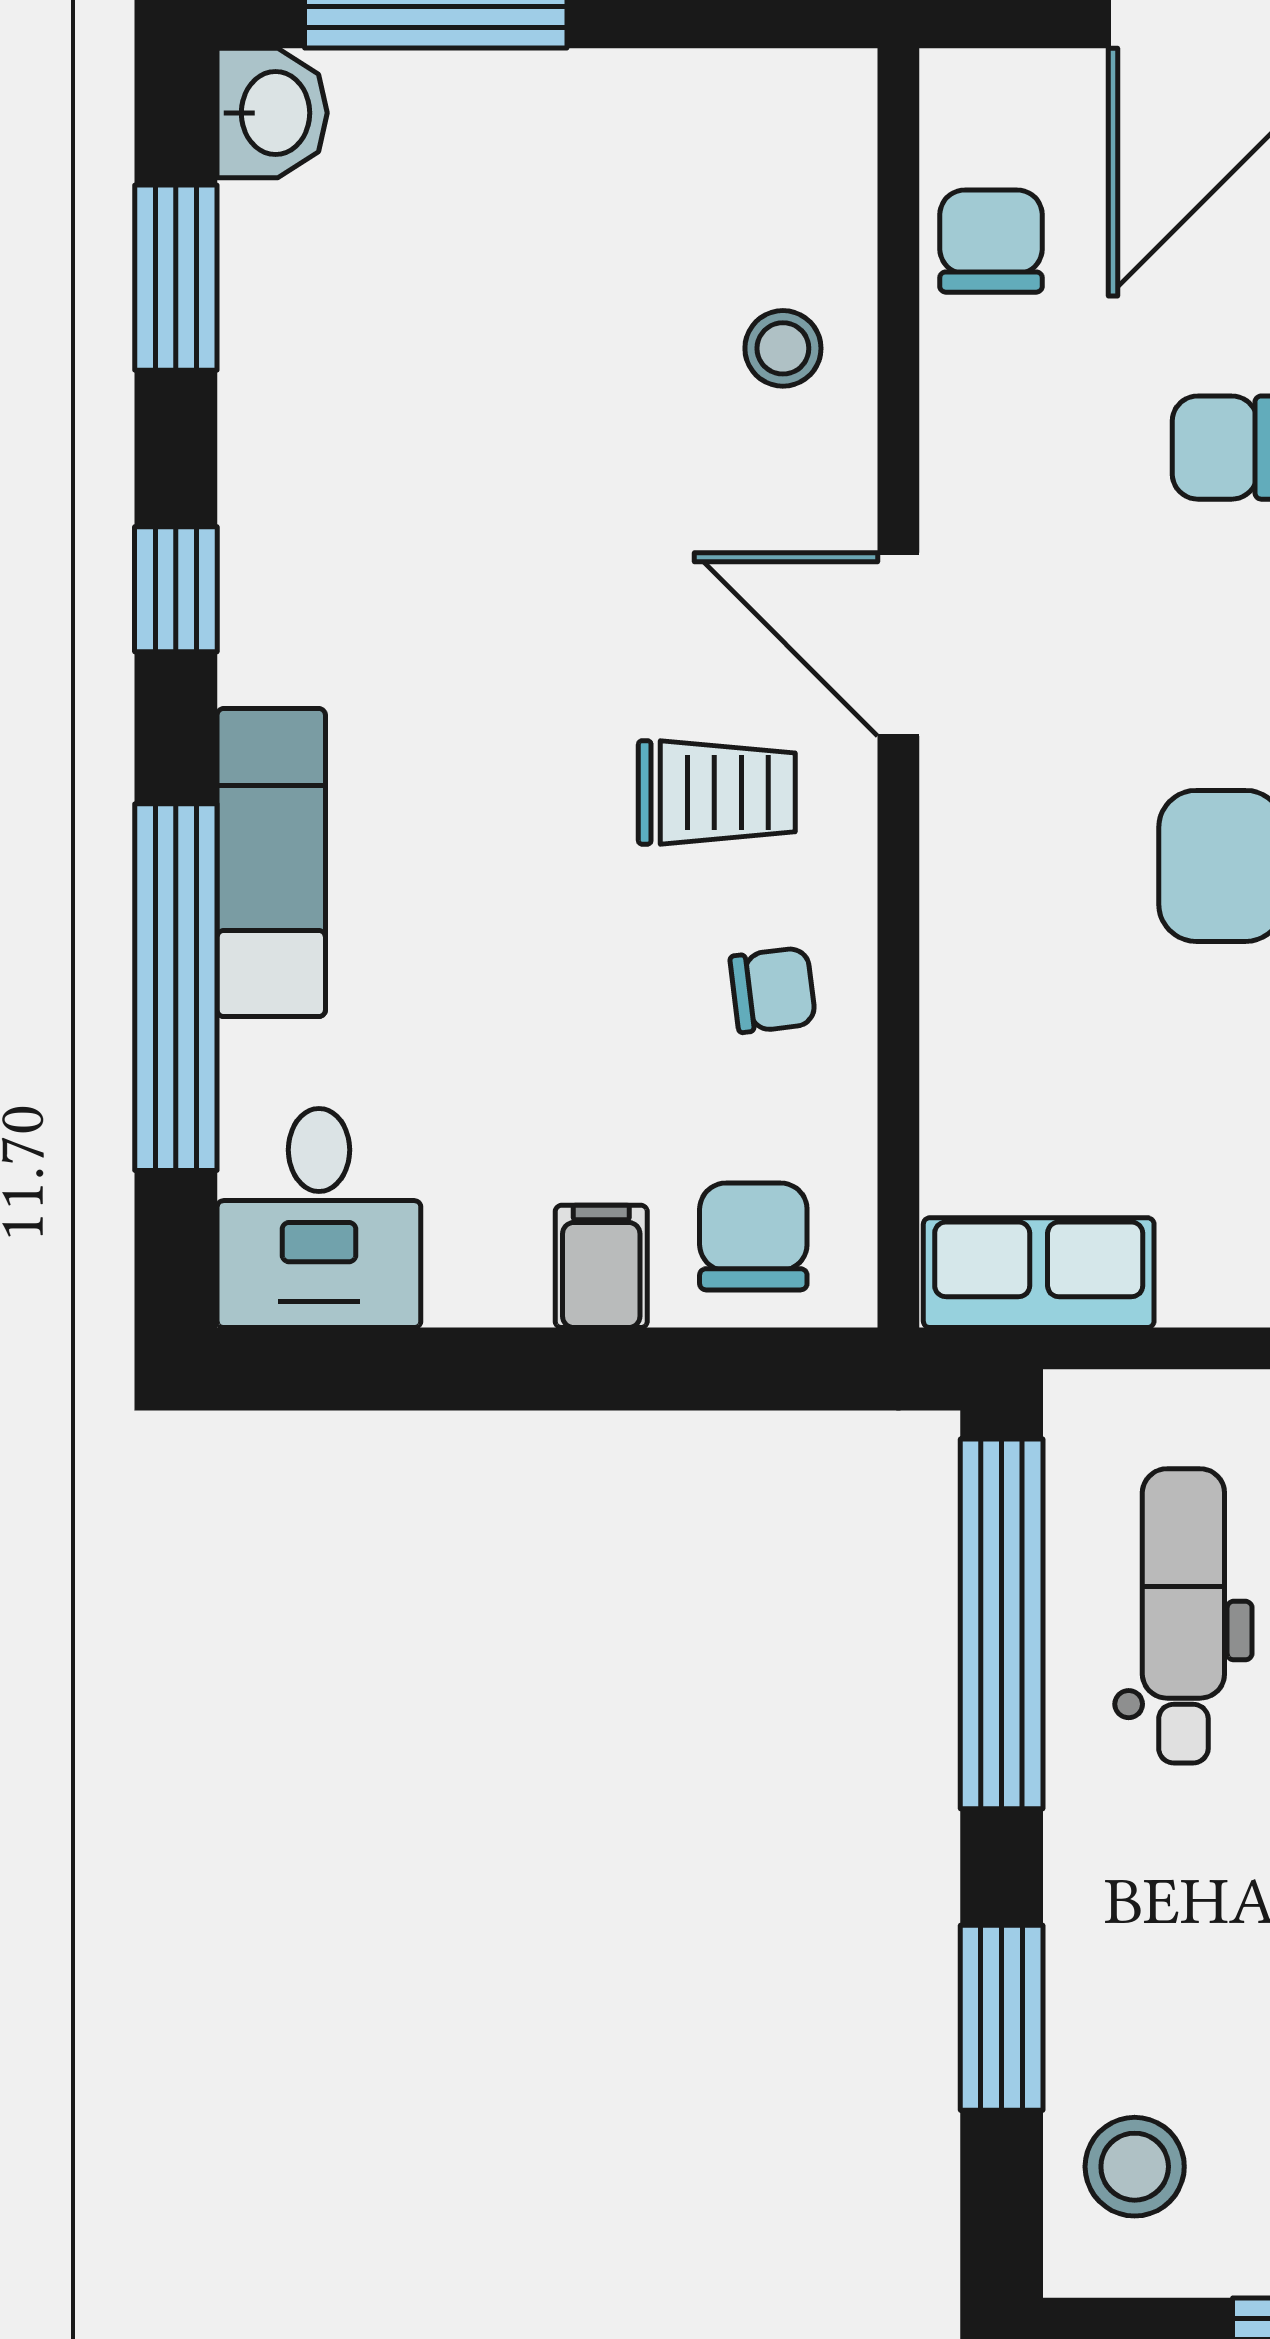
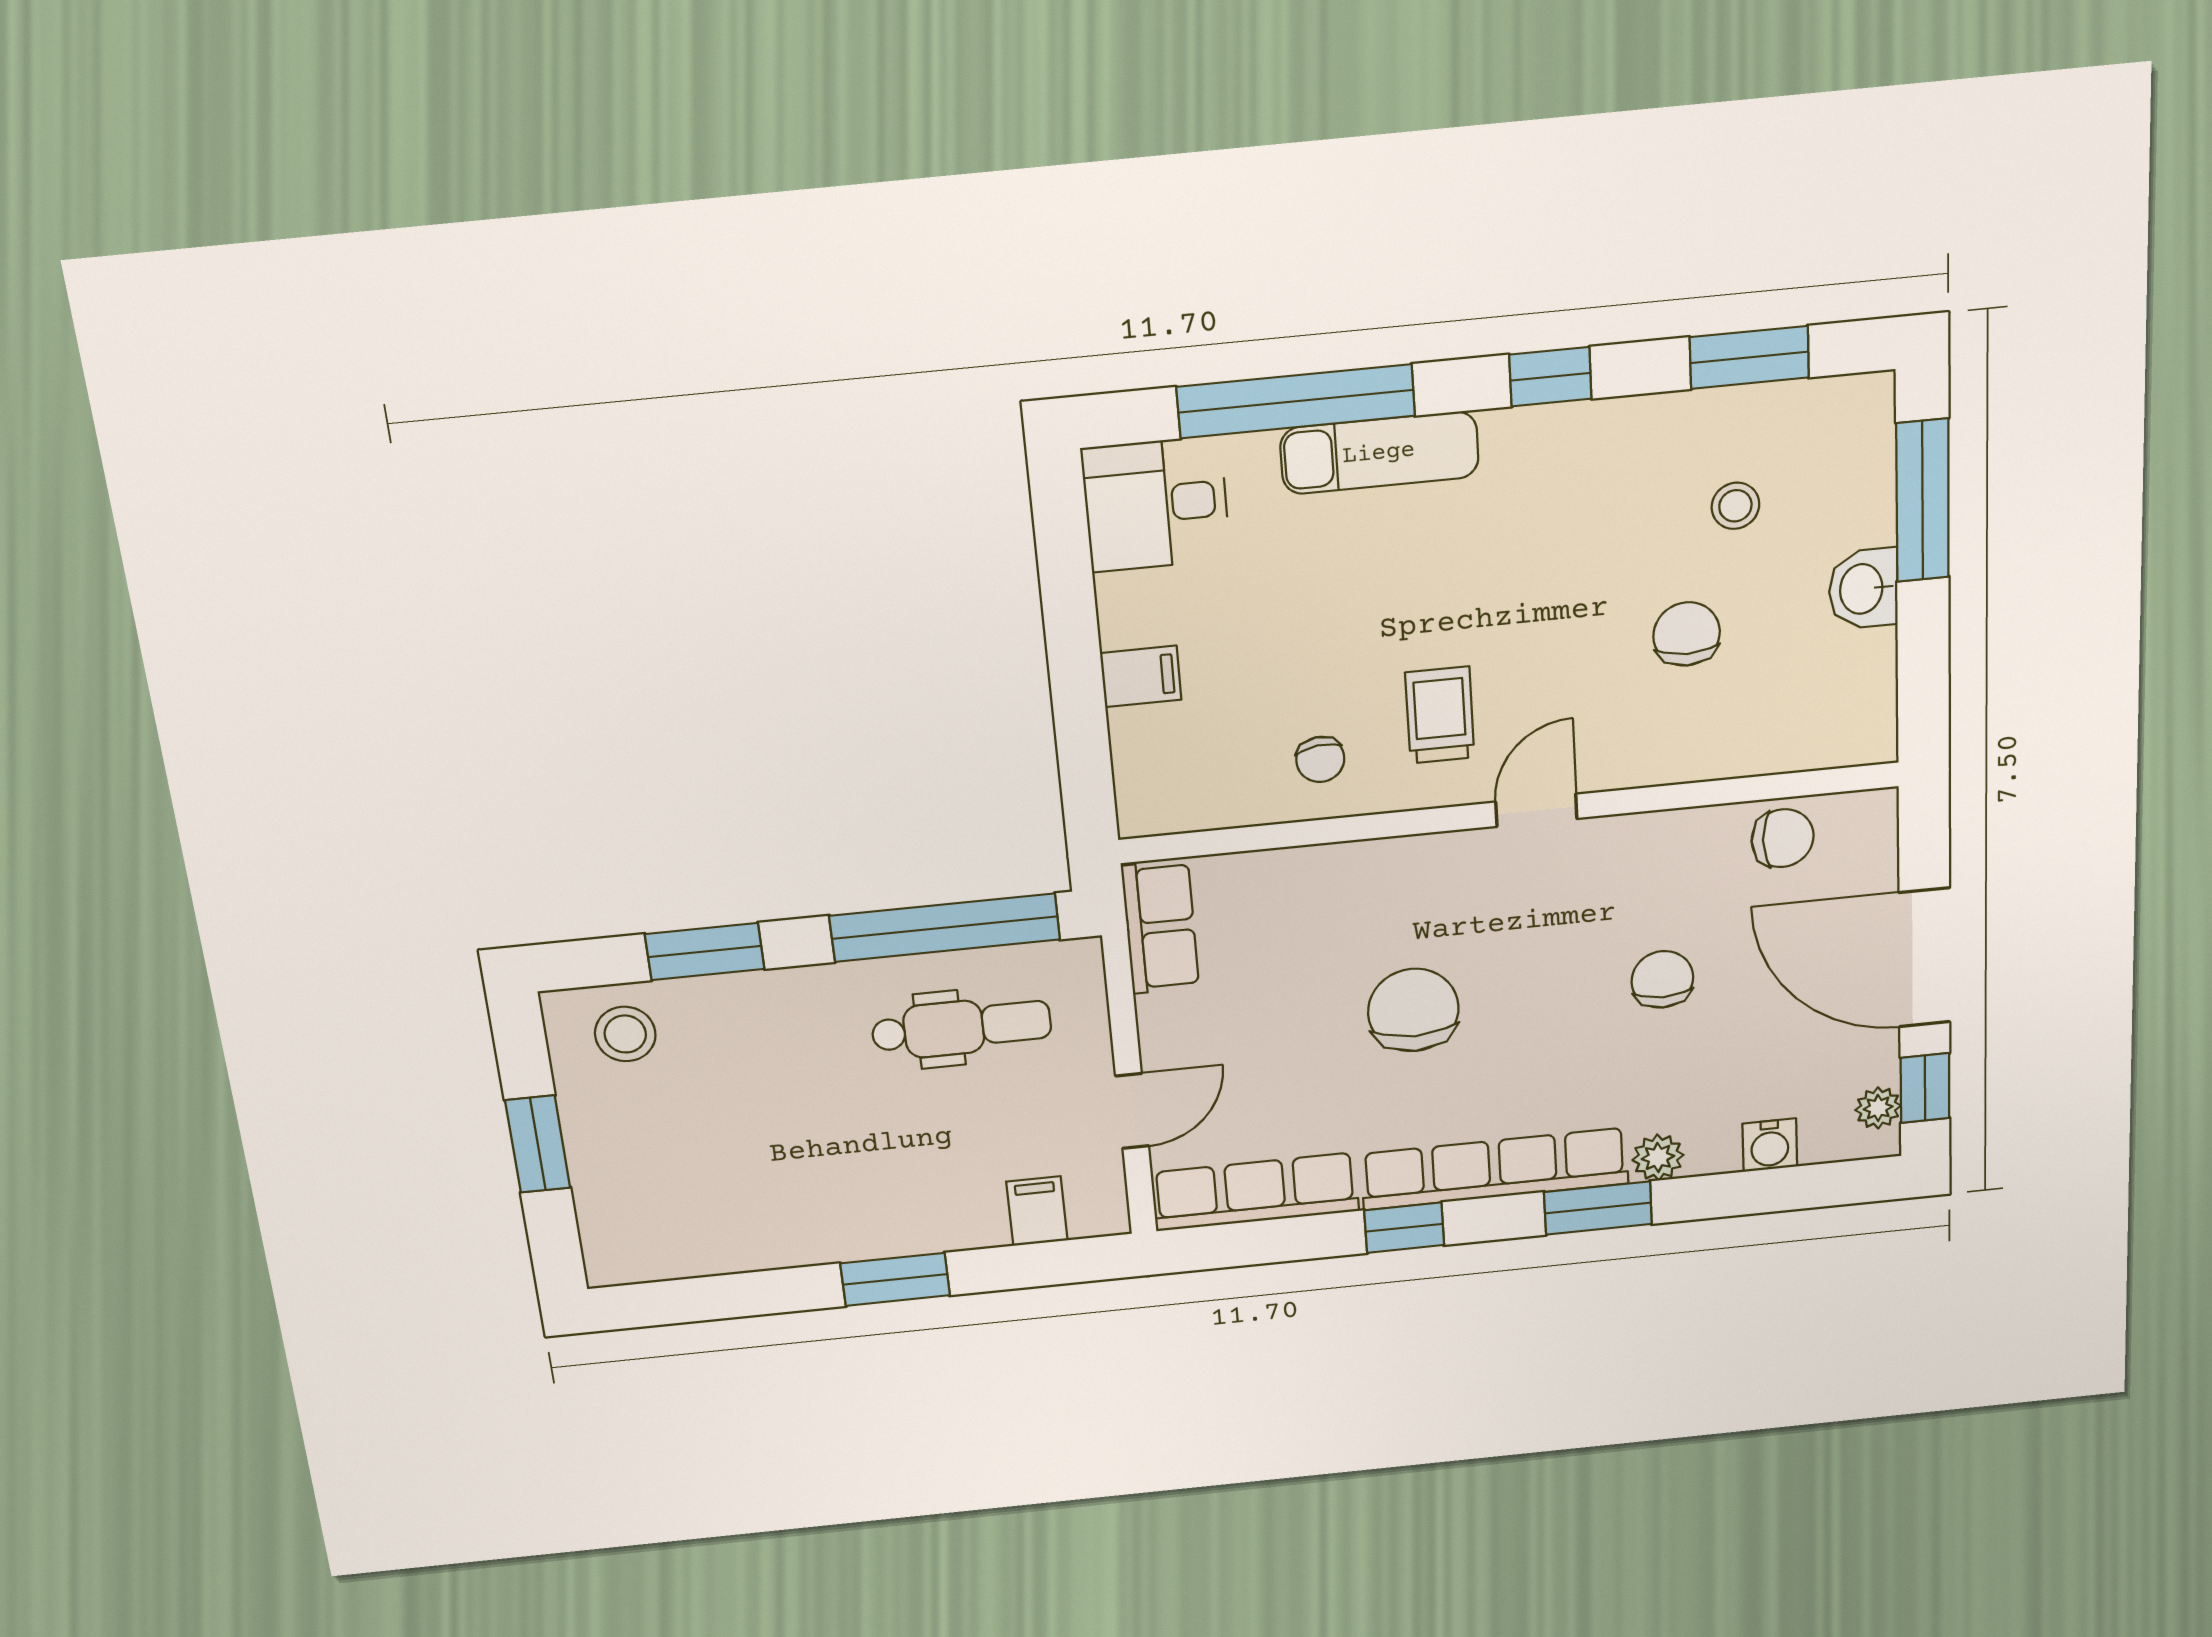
washbasin: (272, 113) -> (1863, 589), moved, turned 90
stool: (783, 348) -> (1735, 506), moved
door: (898, 644) -> (1536, 810), width x0.73
trolley: (717, 792) -> (1440, 715), turned 180
chair: (753, 1236) -> (1687, 634), moved, turned -90

